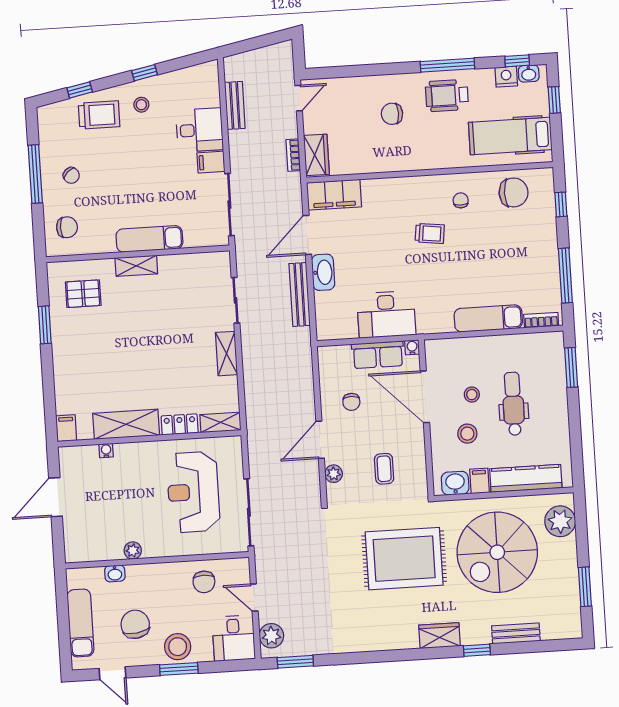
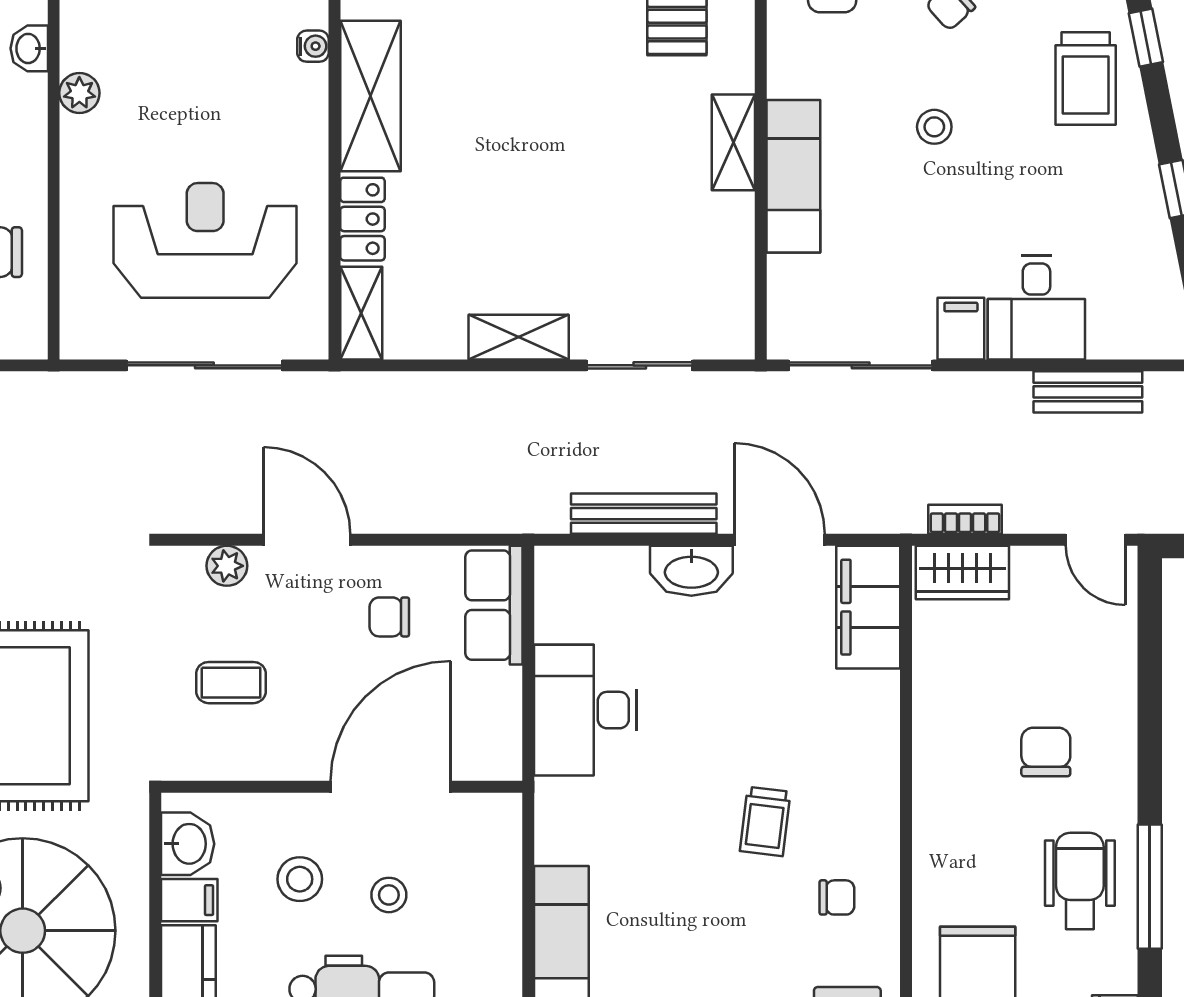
stool: (141, 105) -> (934, 127), moved
water cooler: (412, 347) -> (506, 765), removed
row of seats: (378, 355) -> (494, 605), moved
sliding door: (249, 512) -> (204, 365), moved

